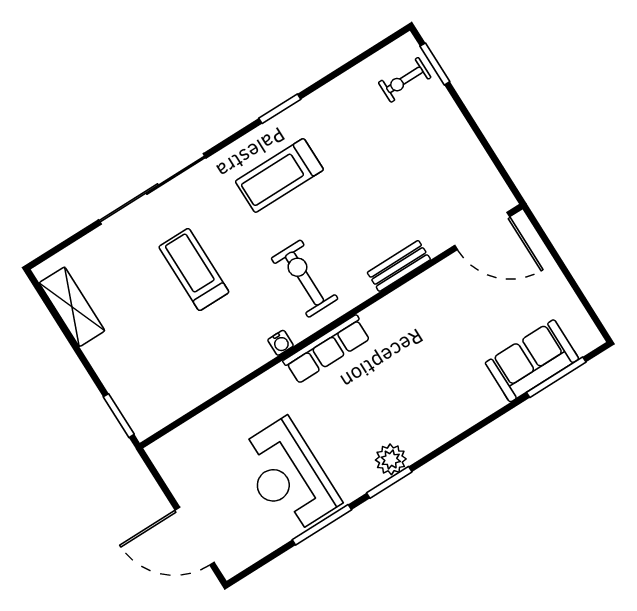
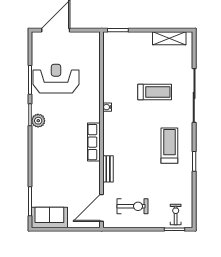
exercise bike: (305, 279) -> (132, 206), moved
row of seats: (327, 349) -> (94, 142), moved
sofa: (532, 361) -> (49, 218), moved, turned -90

